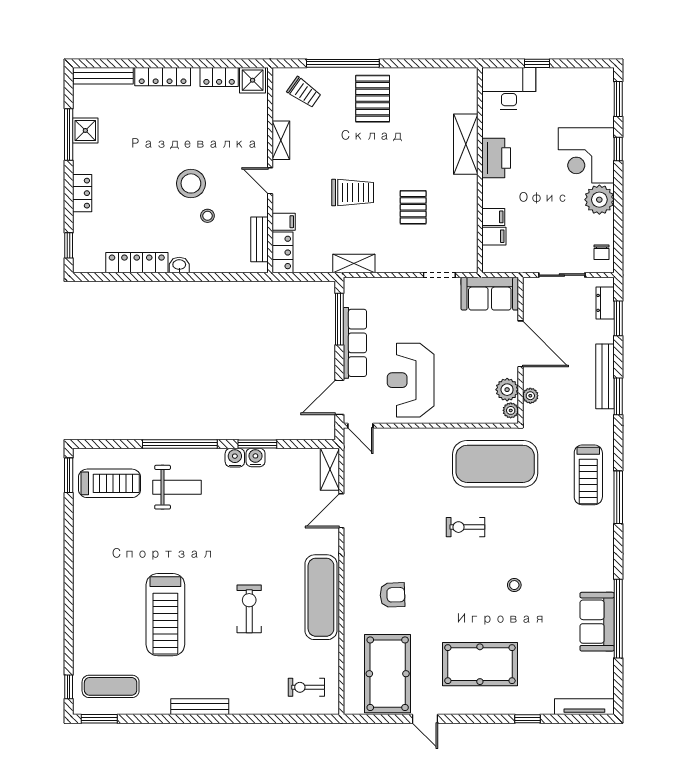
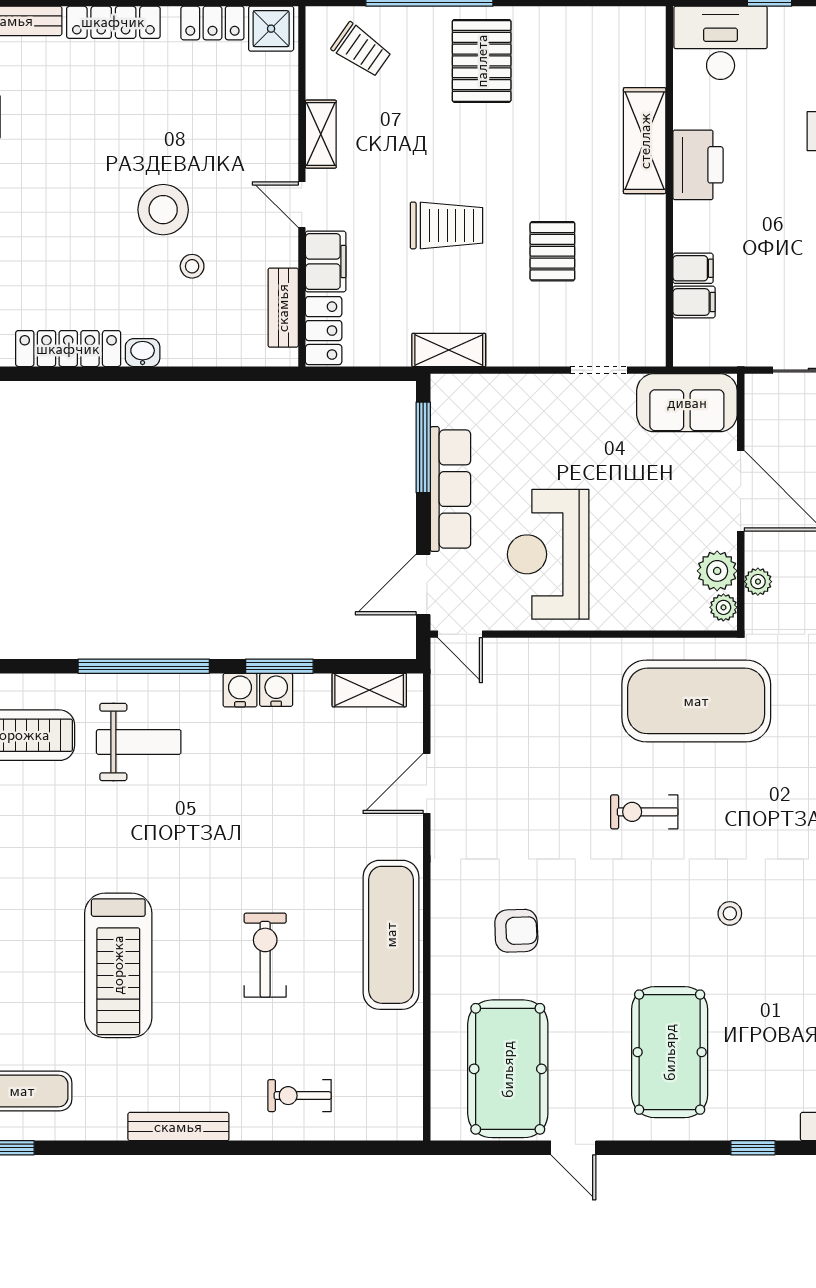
filing cabinet: (284, 222) -> (326, 261), width x2.00
shelving: (330, 469) -> (369, 690), moved, turned 90
pool table: (480, 664) -> (670, 1052), turned 90
exercise bike: (306, 687) -> (300, 1096), moved

